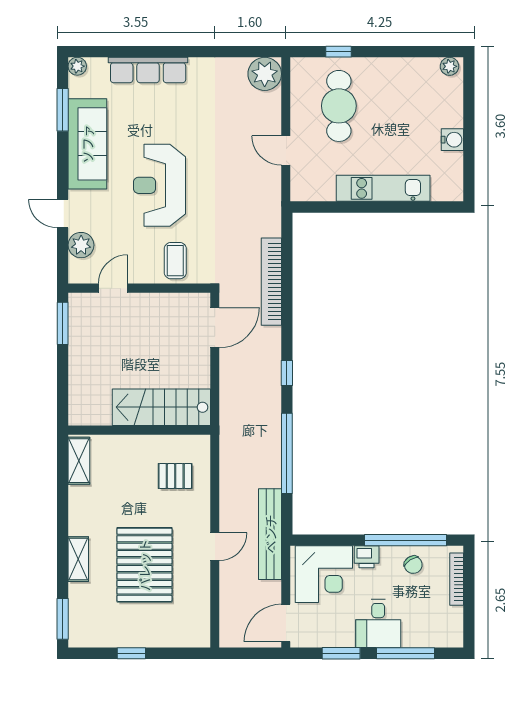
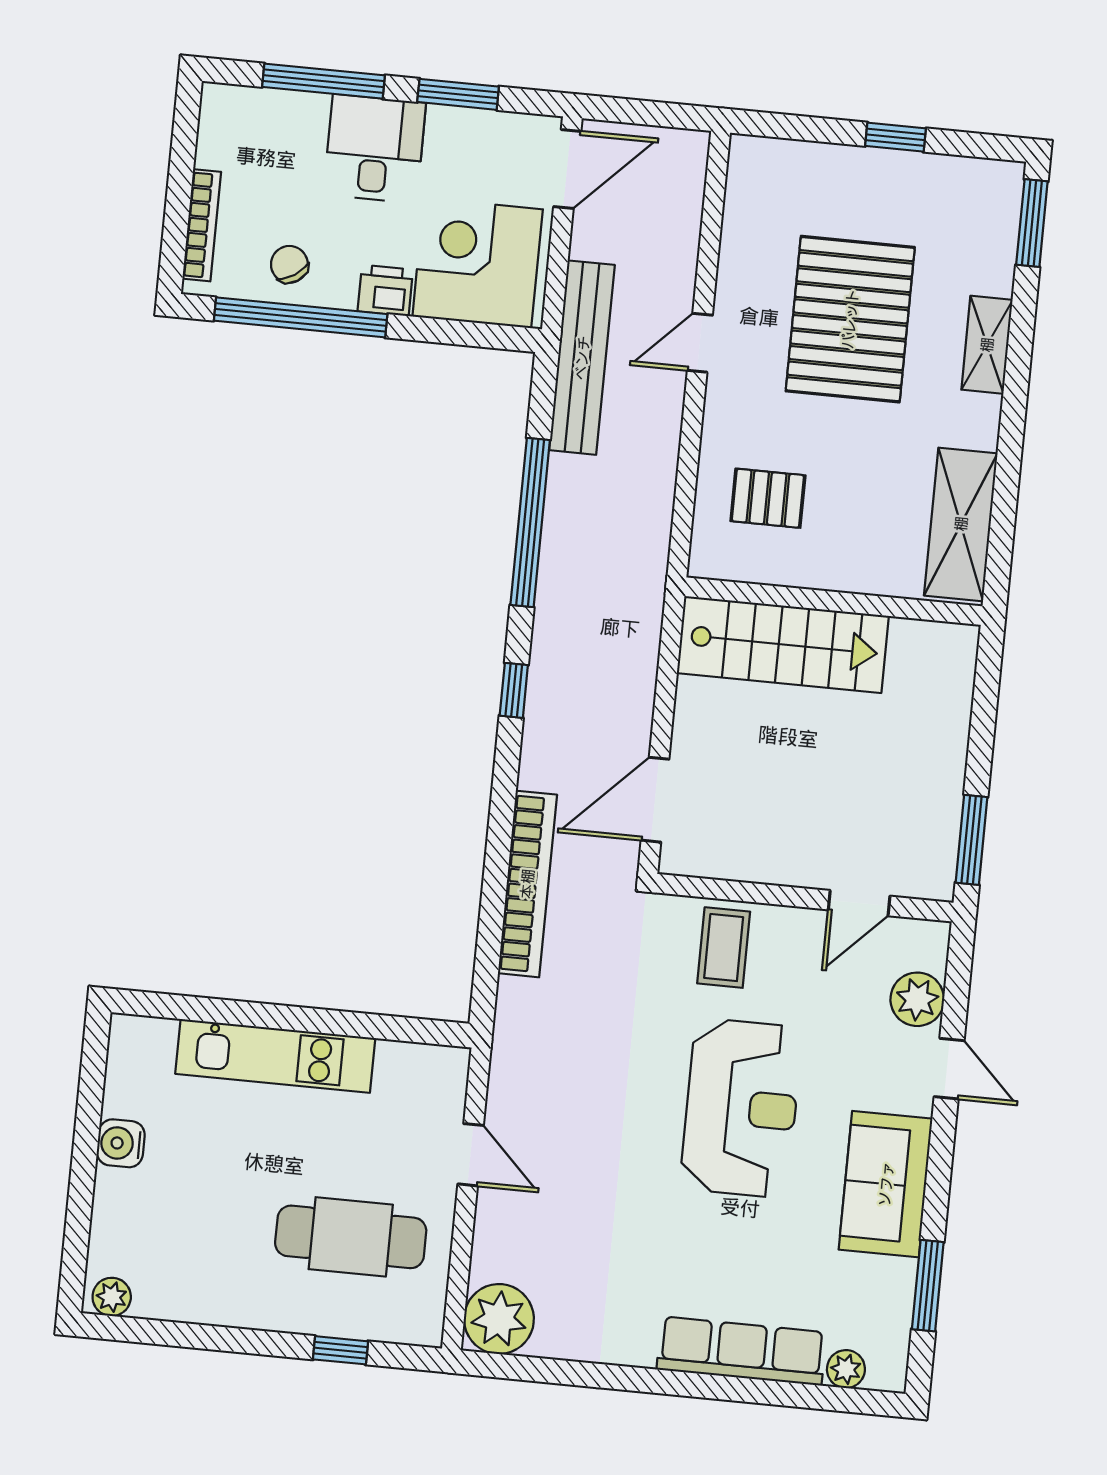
plant: (77, 66) -> (846, 1369), moved
cafe table: (339, 106) -> (351, 1237), turned 90
sofa: (87, 144) -> (886, 1184), width x0.73
shelving: (79, 461) -> (961, 524), width x1.50, depth x1.33

